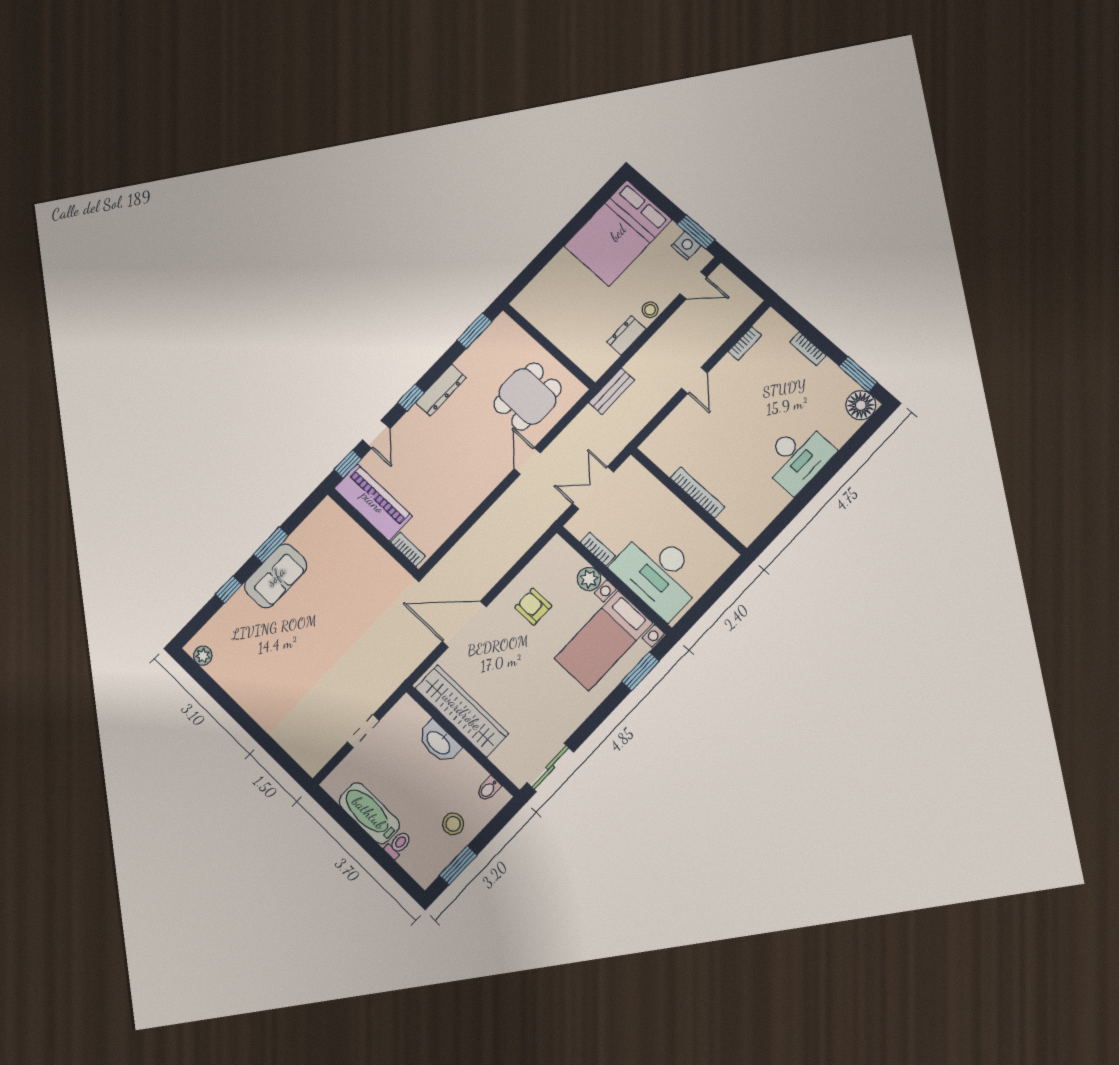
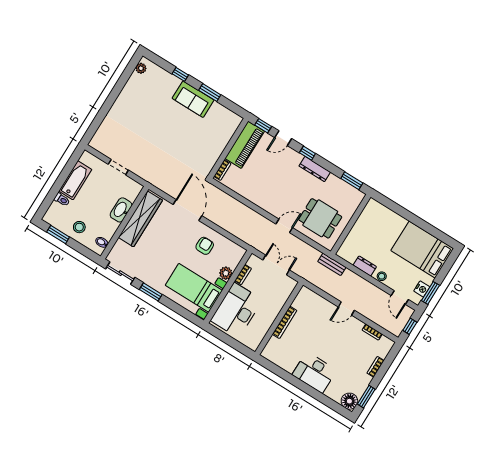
window: (748, 277) -> (410, 326), added
window: (640, 671) -> (151, 292), moved

